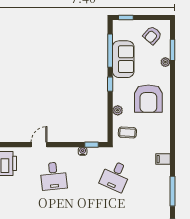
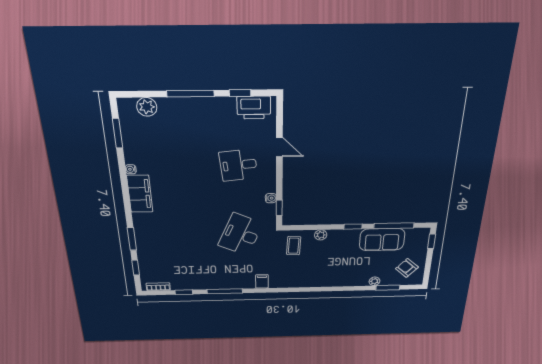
armchair: (148, 99) -> (333, 266), removed
desk: (115, 176) -> (241, 234), width x1.37

